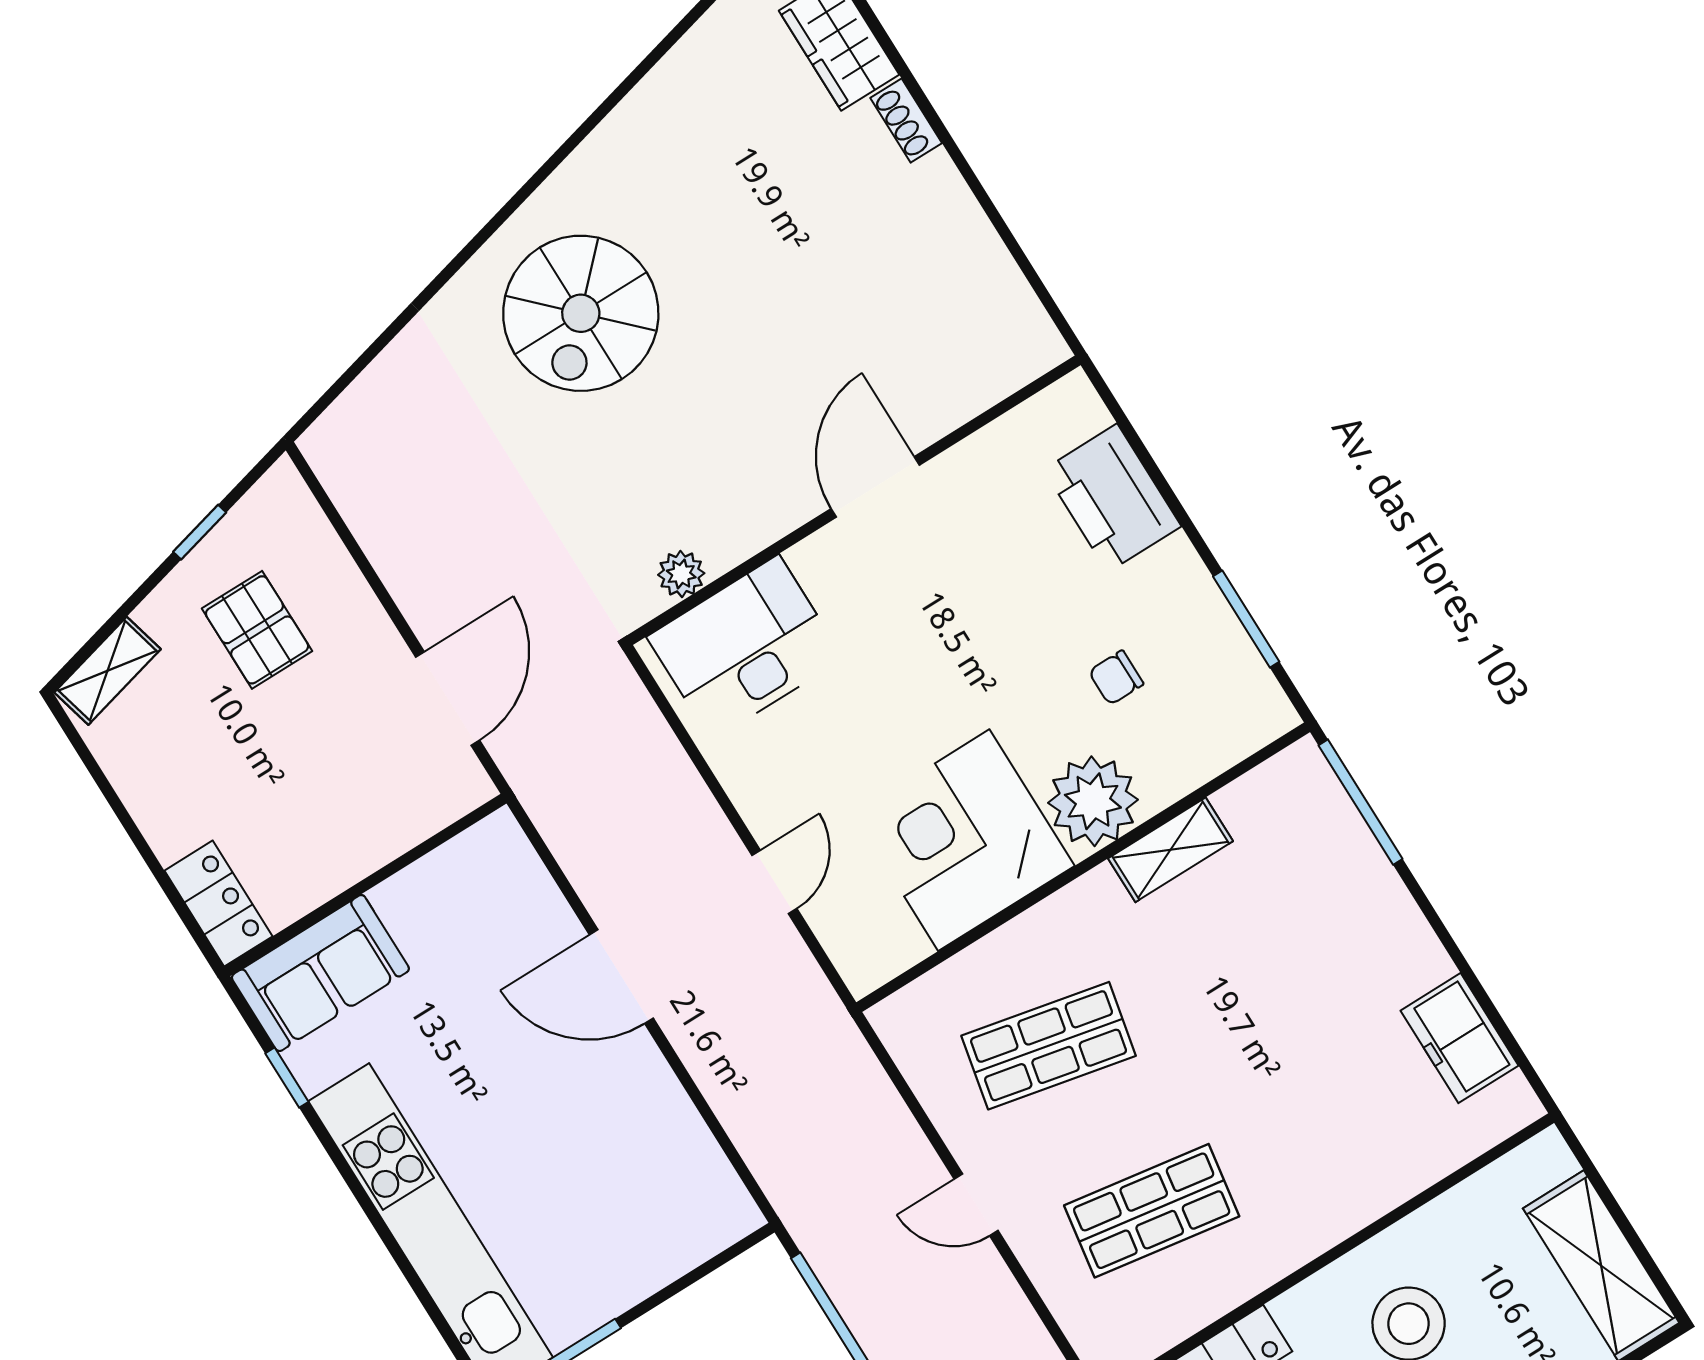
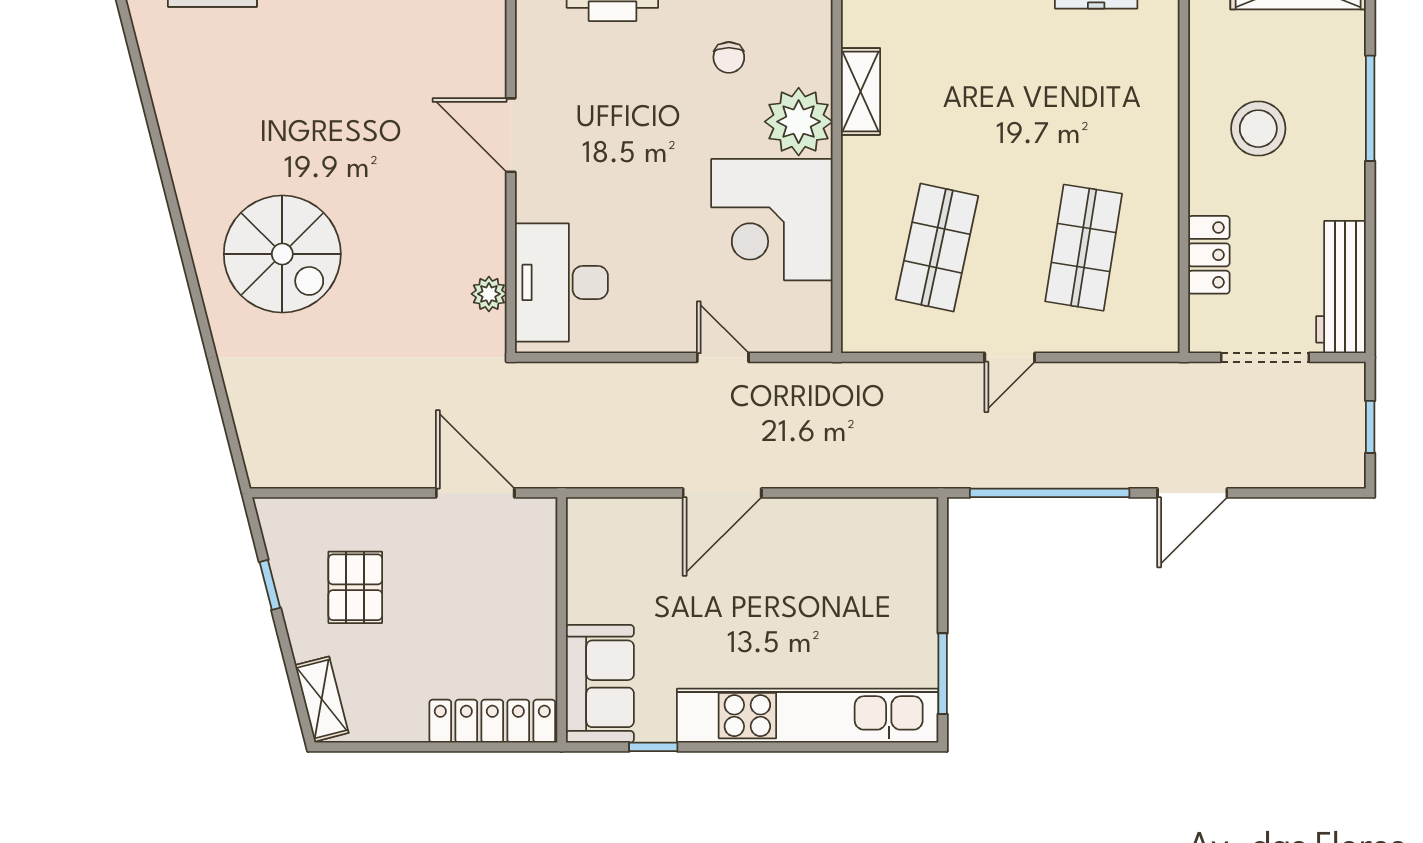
pallet: (257, 630) -> (355, 587), turned 90
locker: (218, 904) -> (492, 721), width x1.53

